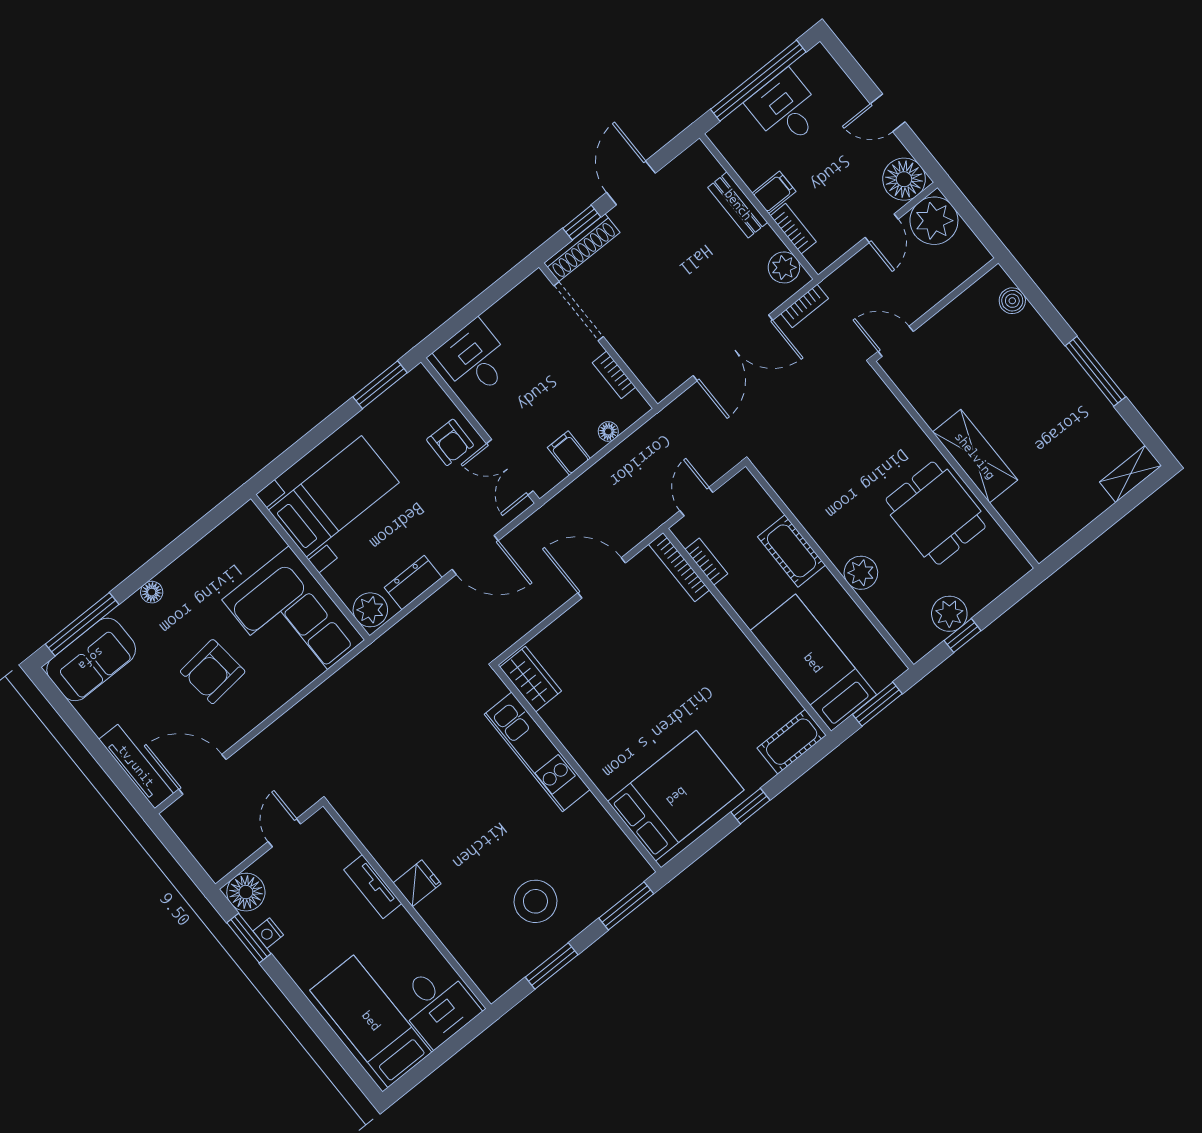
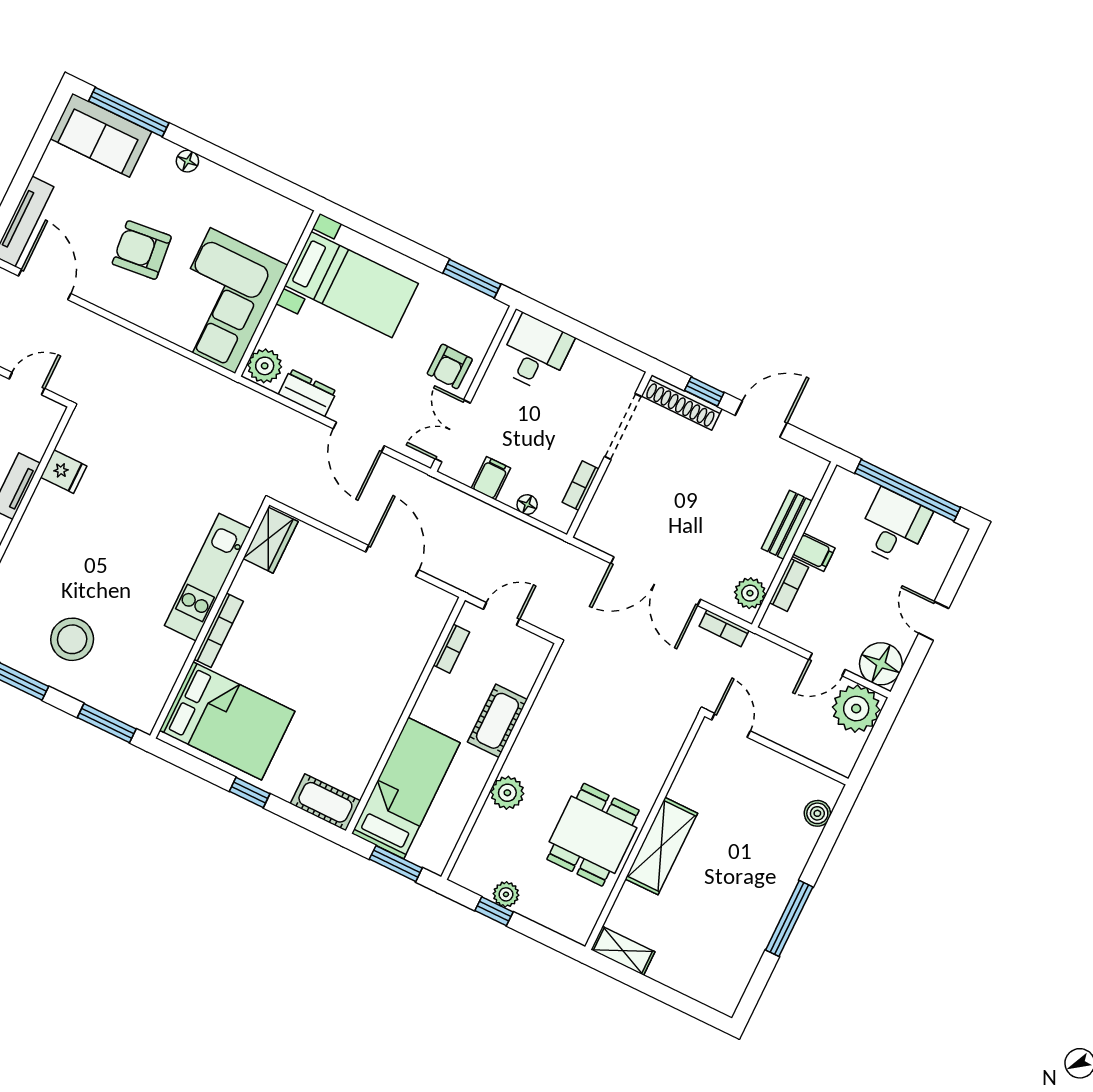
shelving: (1130, 474) -> (623, 951), moved
bookcase: (679, 567) -> (219, 630), moved, turned 180
plant: (949, 614) -> (506, 894), width x0.73, depth x0.73
fridge: (417, 883) -> (64, 472), moved

